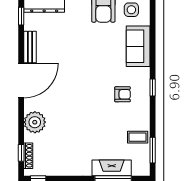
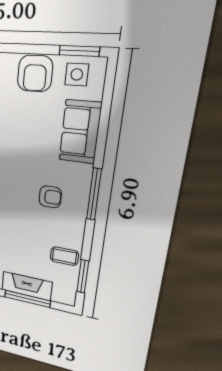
window: (153, 88) -> (94, 194), width x2.17

